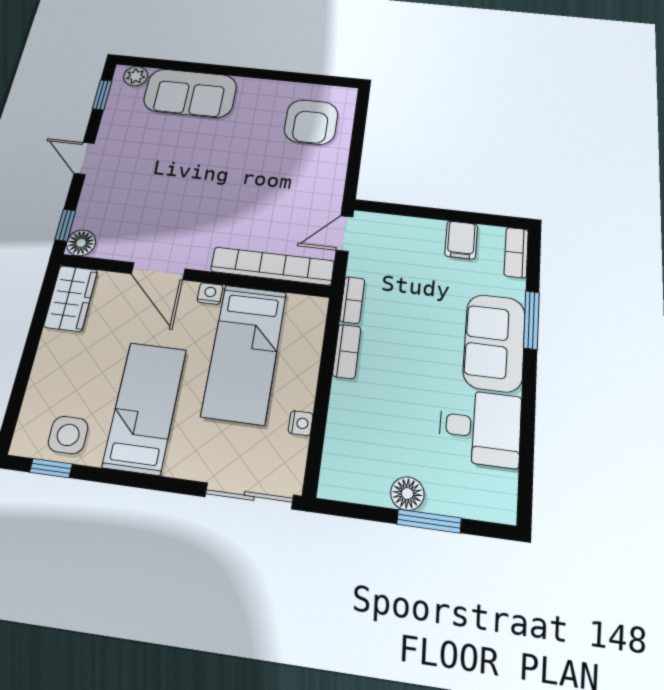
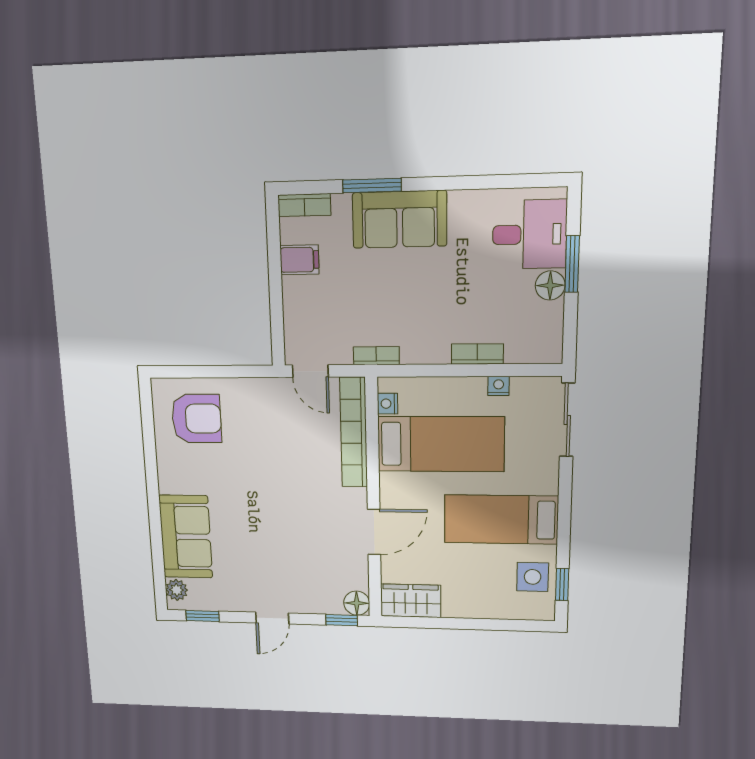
nightstand: (210, 294) -> (388, 404), moved
bookcase: (347, 351) -> (477, 354), moved
desk: (480, 428) -> (530, 234), moved, turned 90

